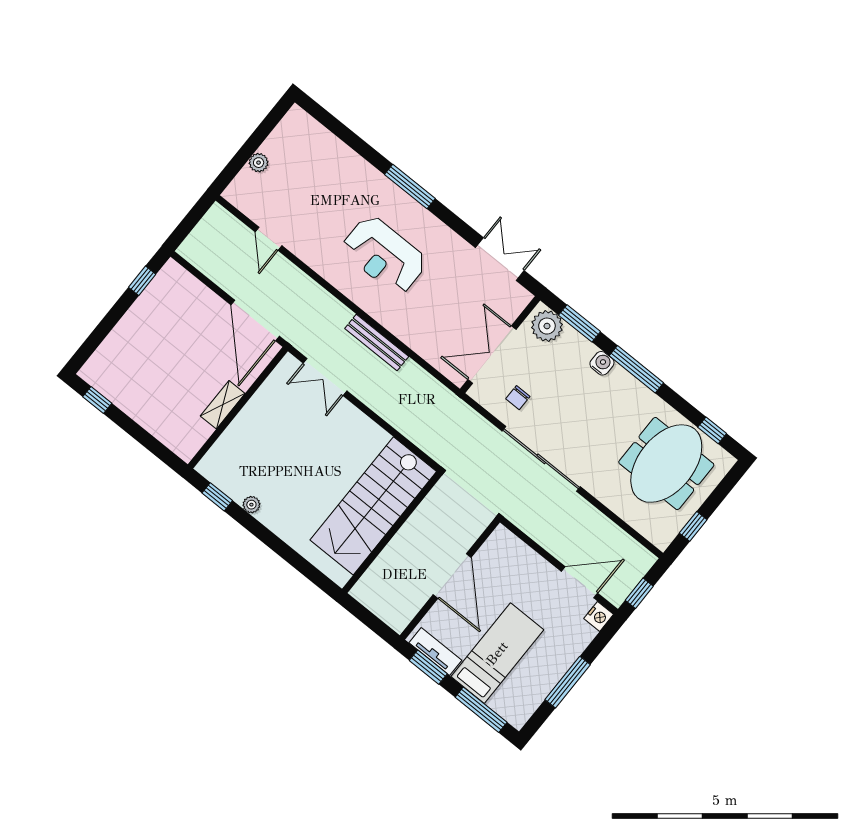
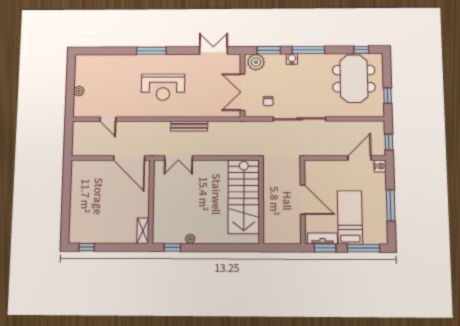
window: (142, 281) -> (67, 180), removed
shelving: (223, 405) -> (143, 231), moved

